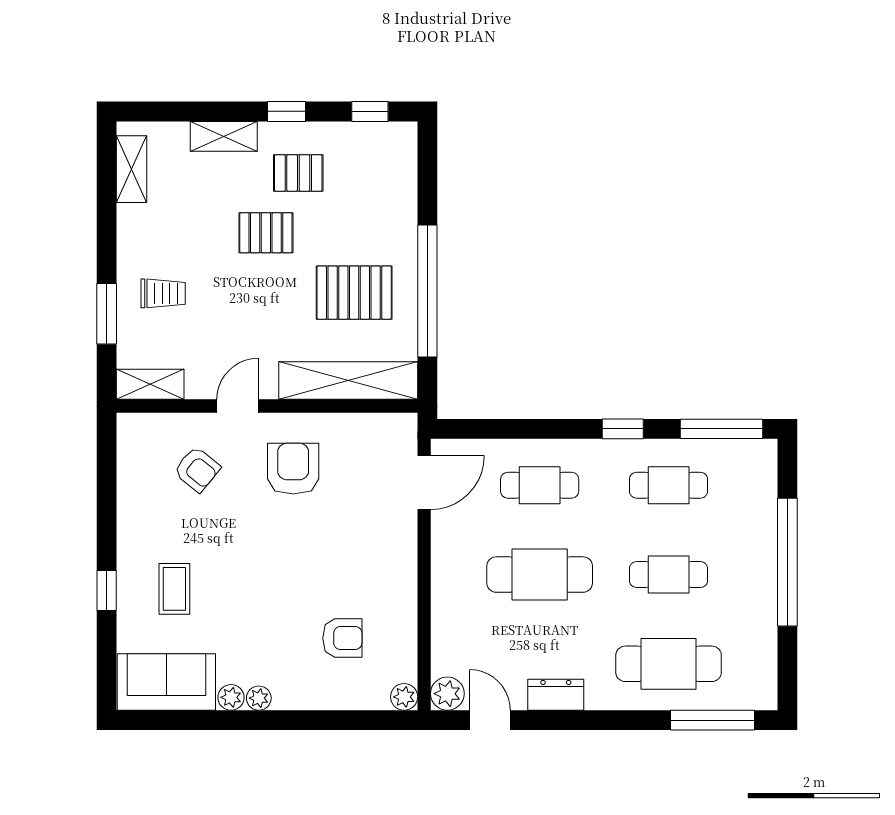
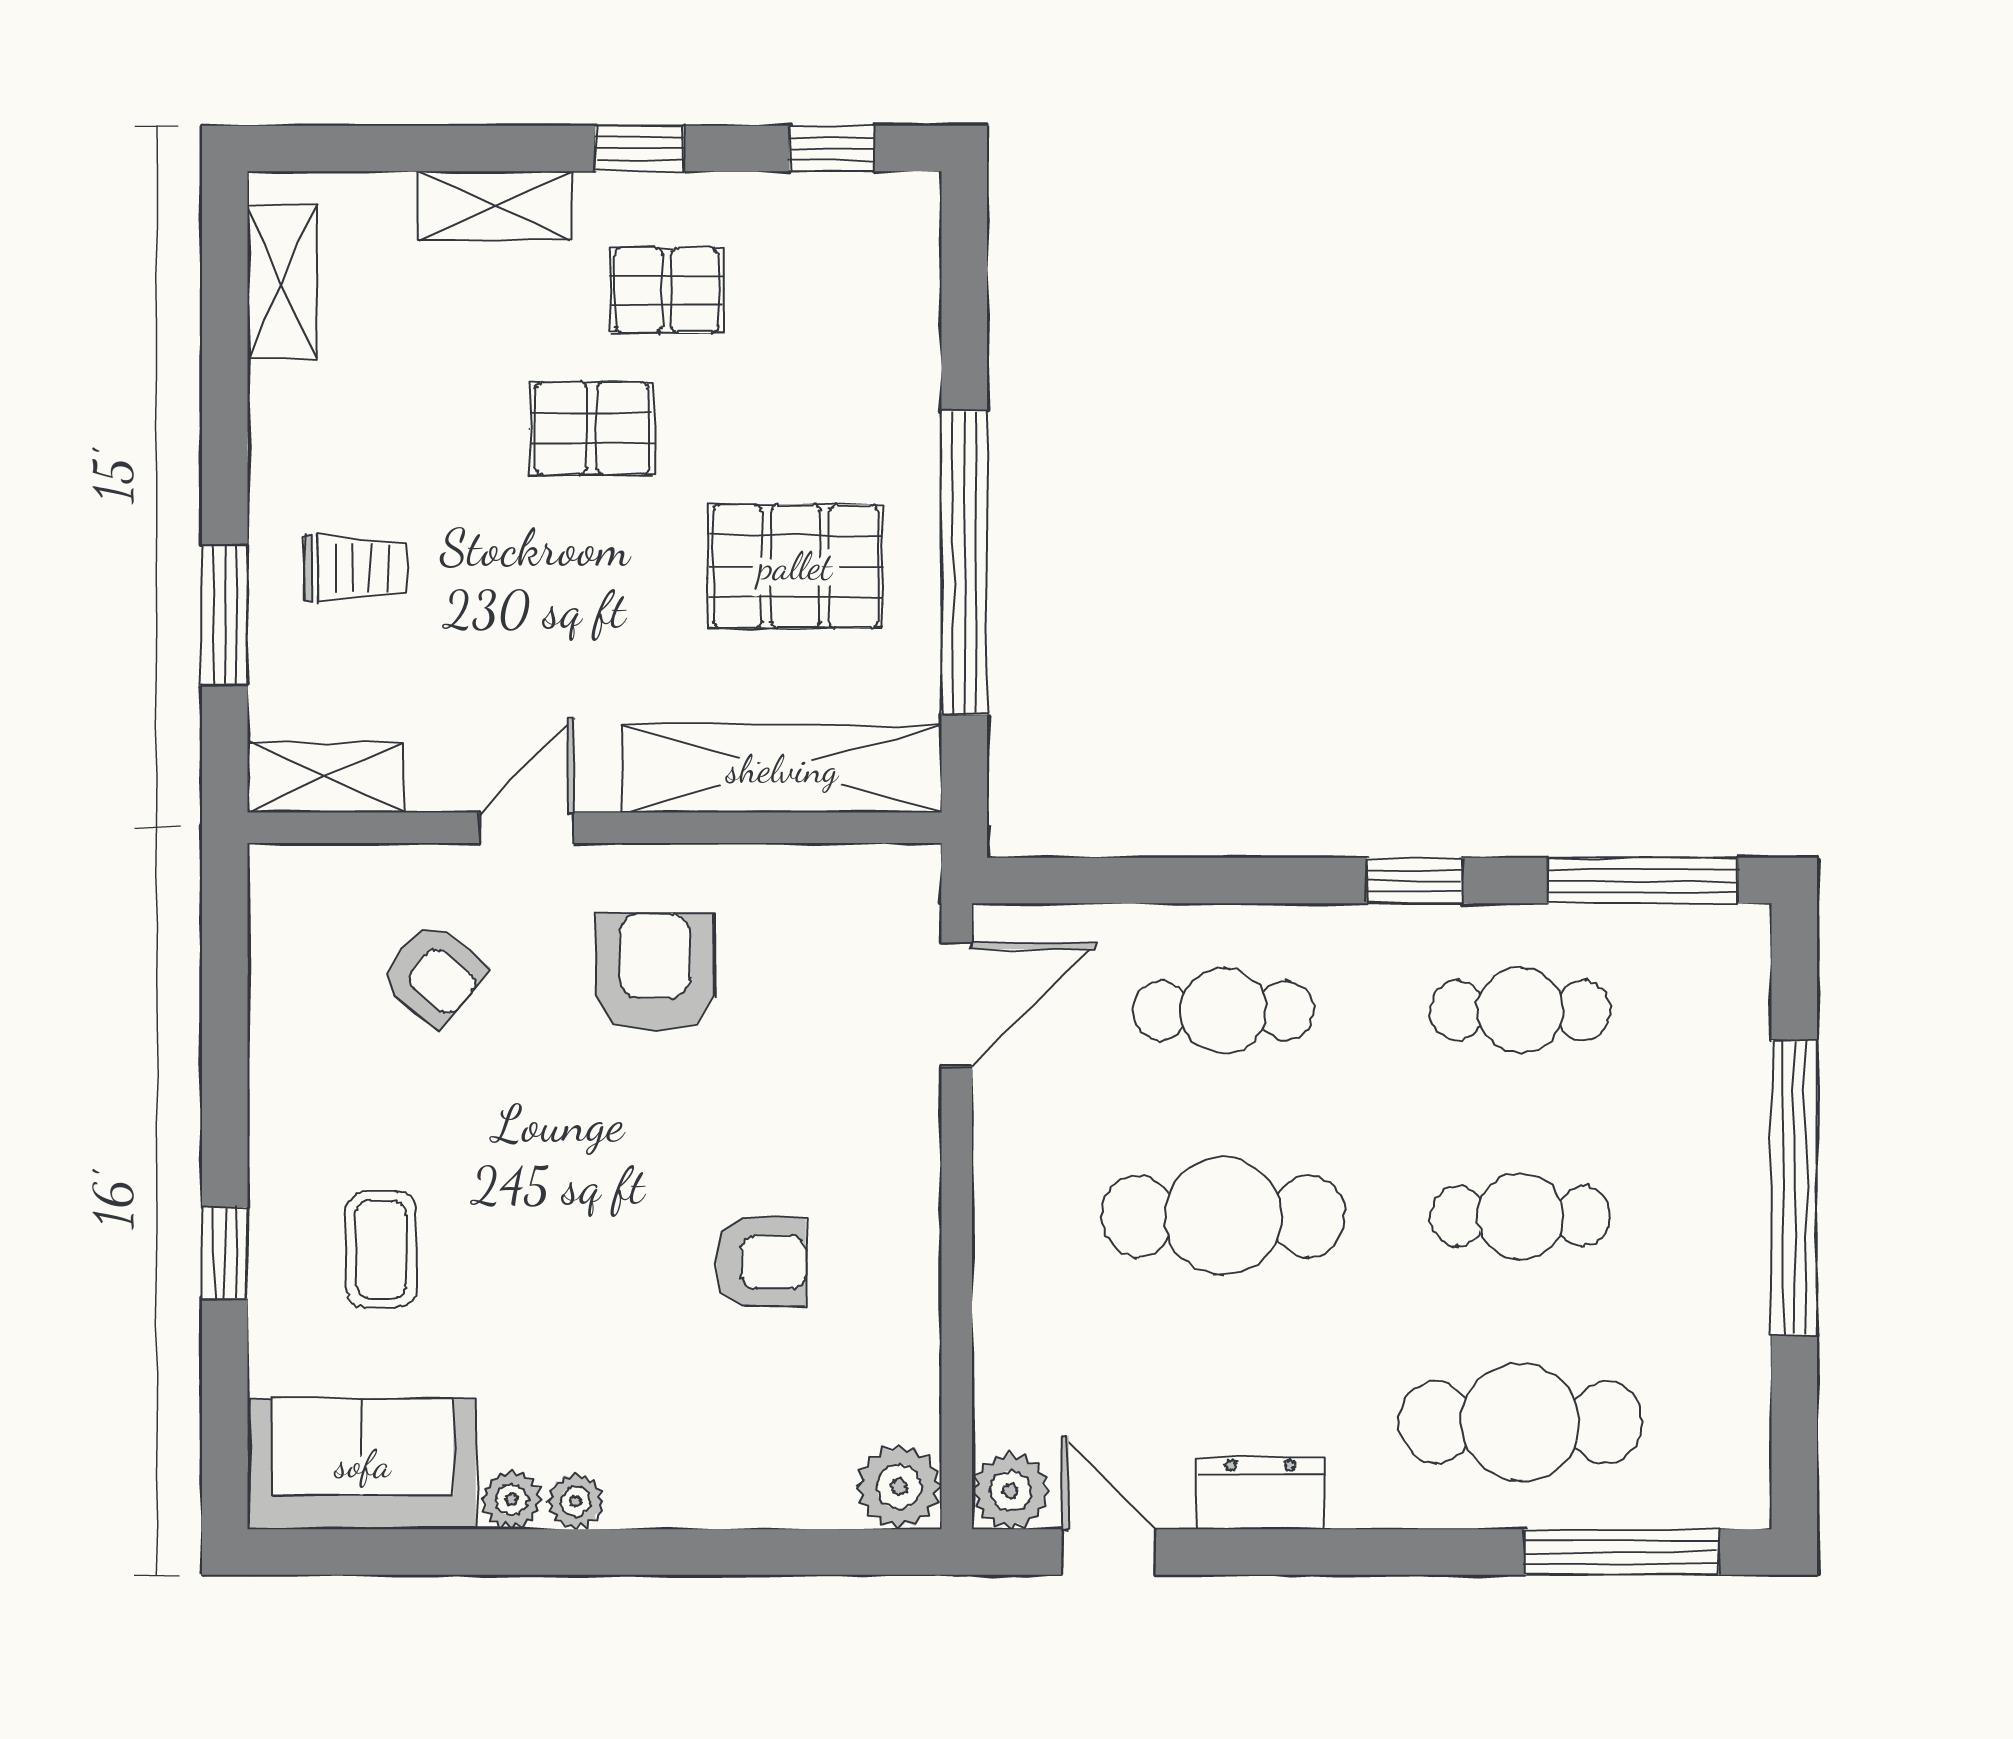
armchair: (342, 638) -> (761, 1262), moved
plant: (404, 697) -> (899, 1487), width x1.38, depth x1.38

